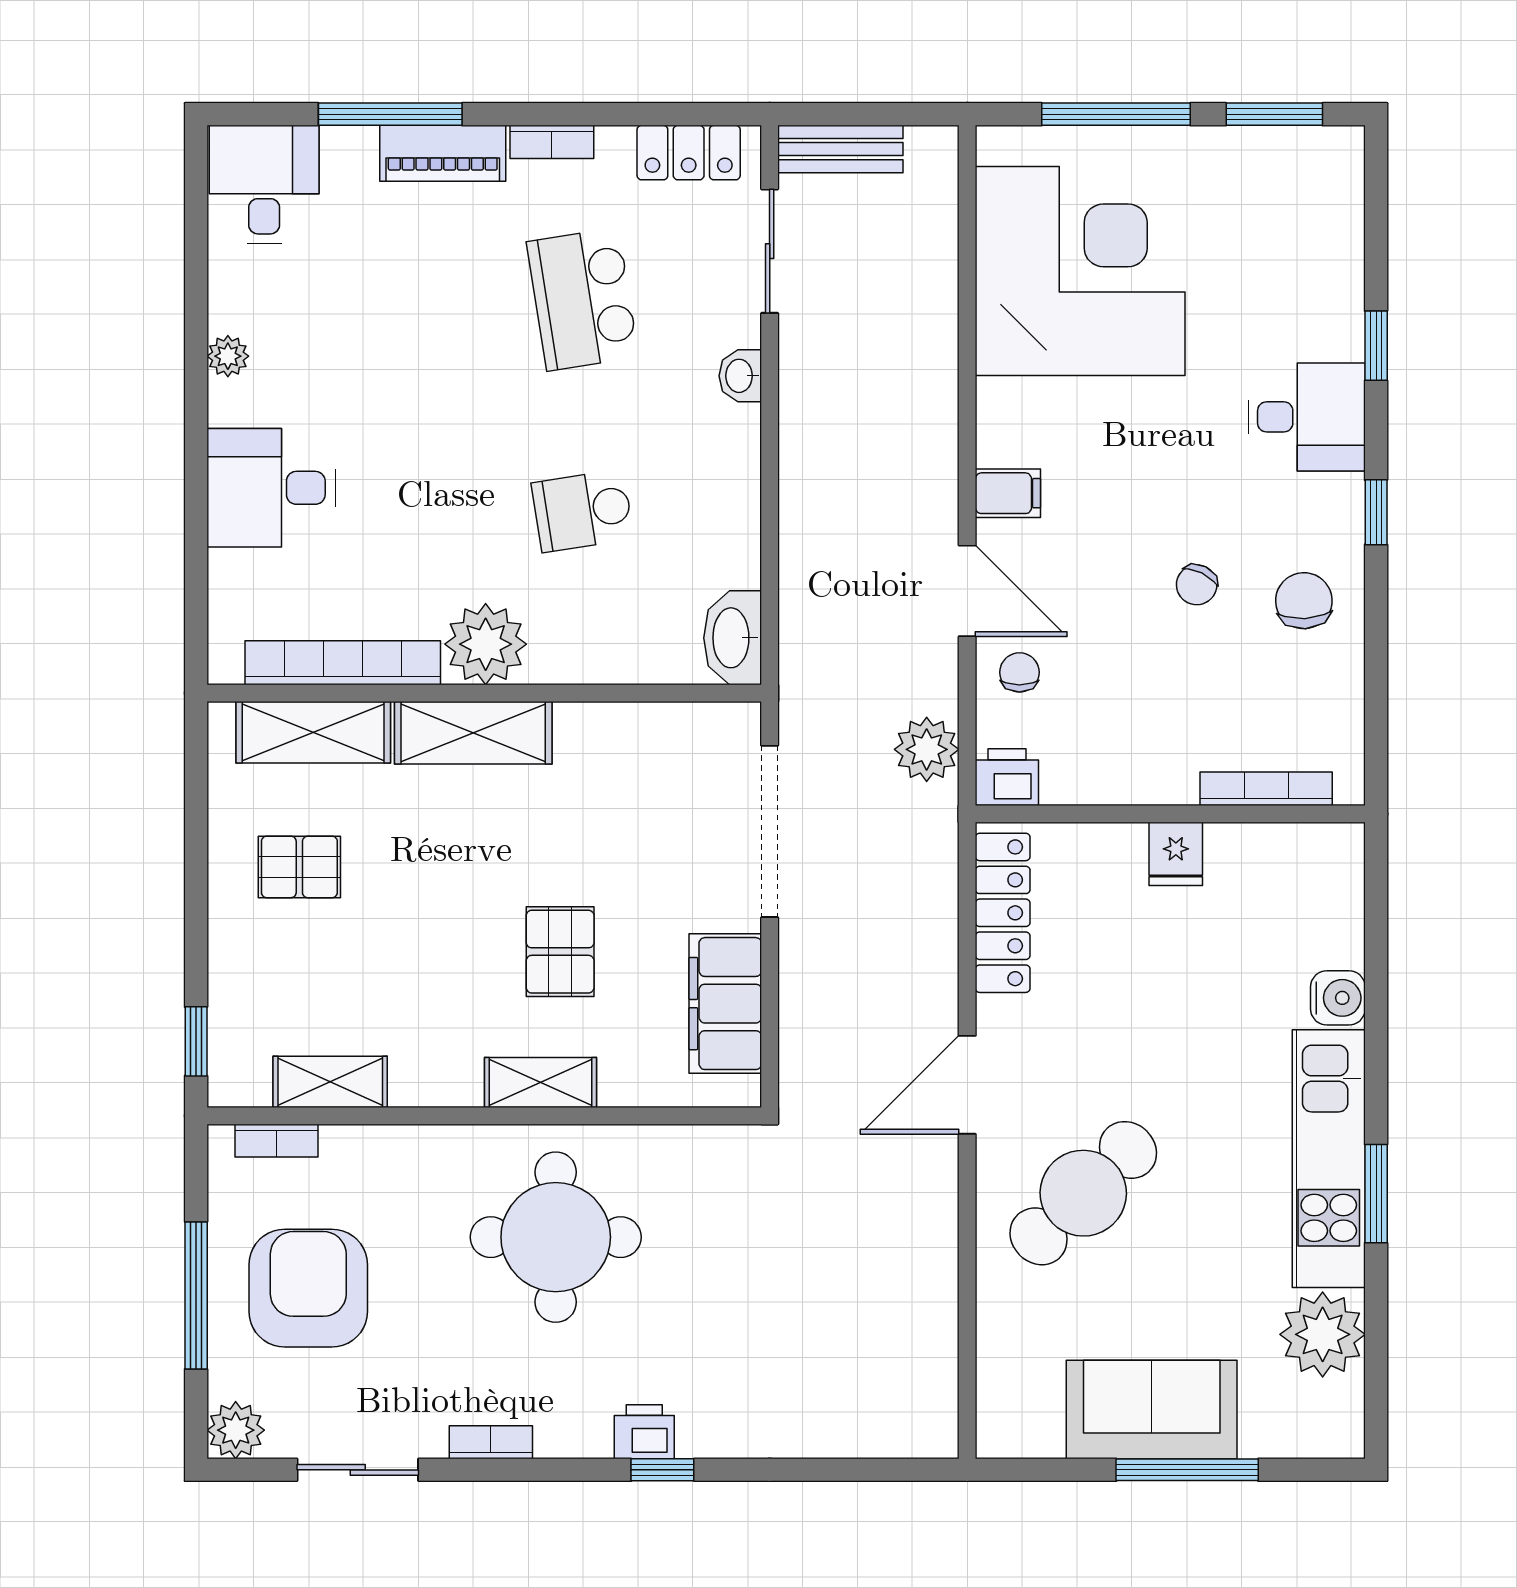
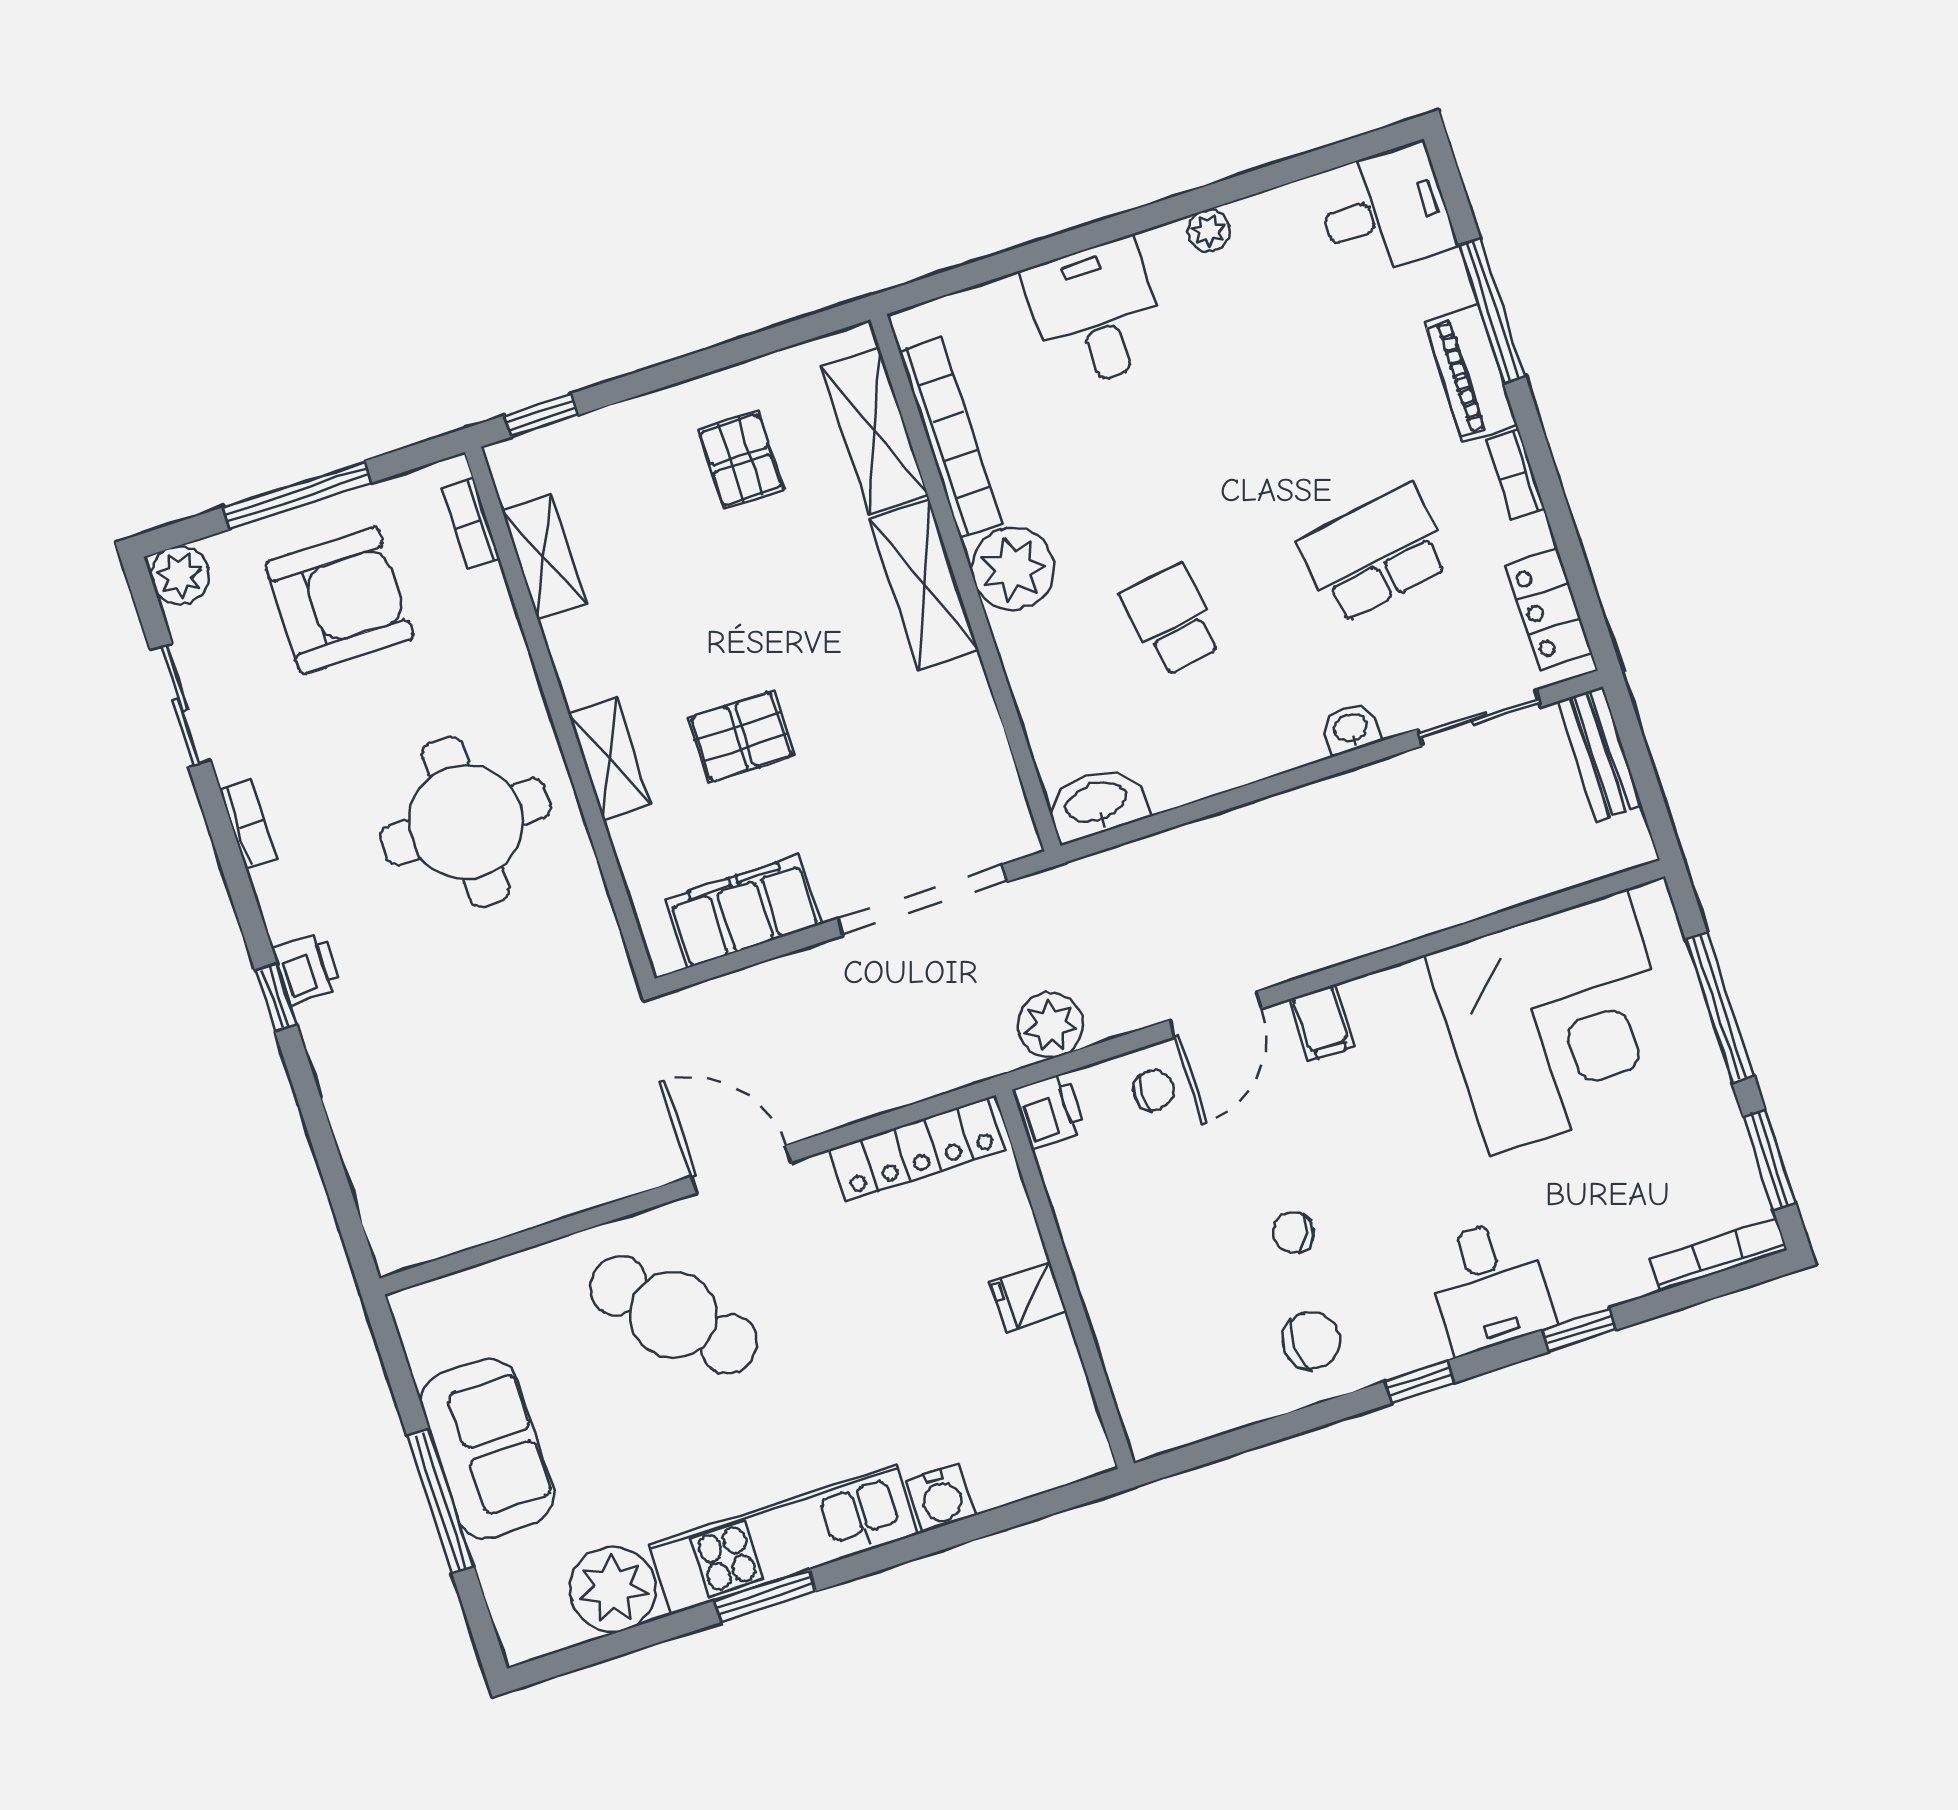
bookcase: (1266, 789) -> (1719, 1255), moved, turned -90

